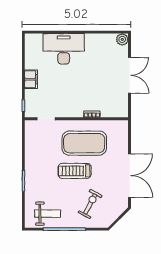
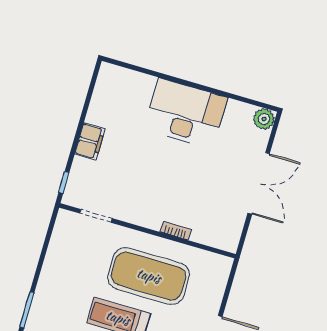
desk: (64, 49) -> (186, 113), moved

